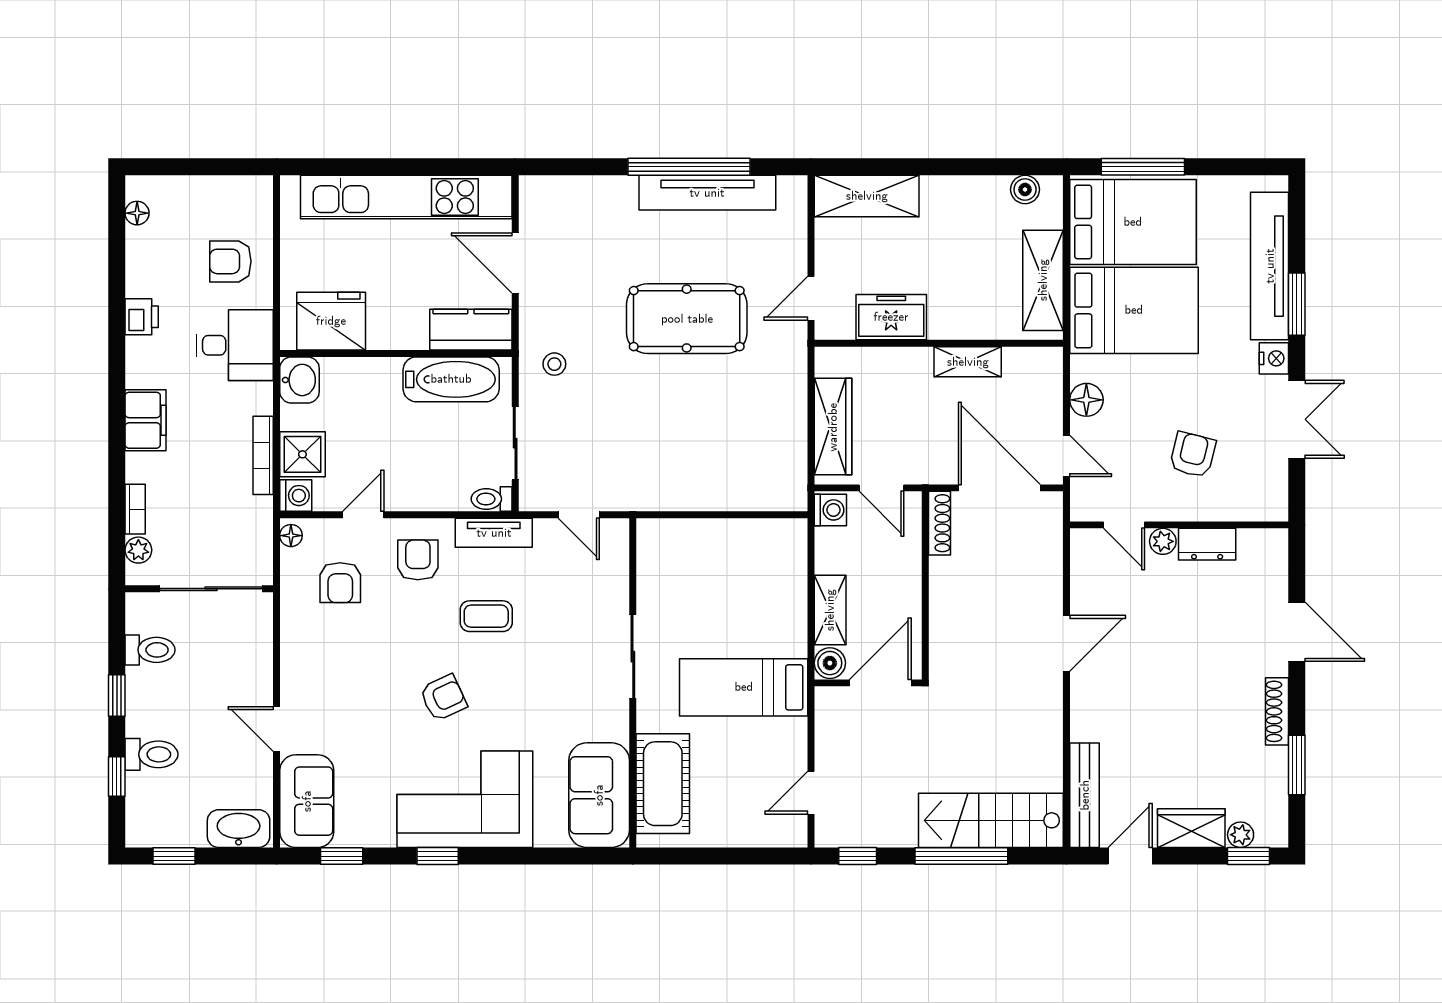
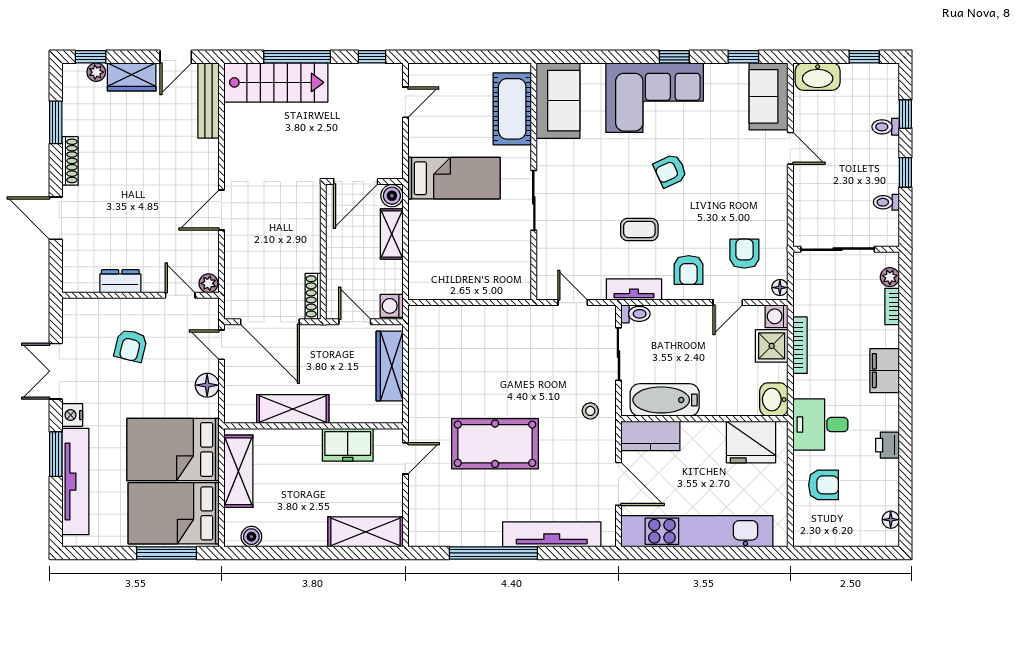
tv unit: (707, 193) -> (552, 534), moved
shelving: (968, 362) -> (293, 409), width x1.50, depth x1.33
plant: (1163, 541) -> (208, 283), moved
toilet: (150, 650) -> (886, 202), width x0.73, depth x0.72
toilet: (151, 754) -> (886, 127), width x0.73, depth x0.72

